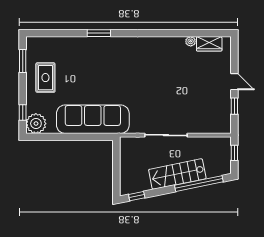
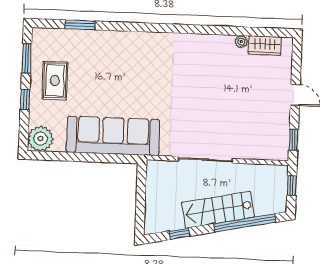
window: (99, 33) -> (80, 25), moved
window: (234, 106) -> (293, 140), moved
window: (23, 112) -> (25, 100), moved
window: (137, 196) -> (179, 234), moved

